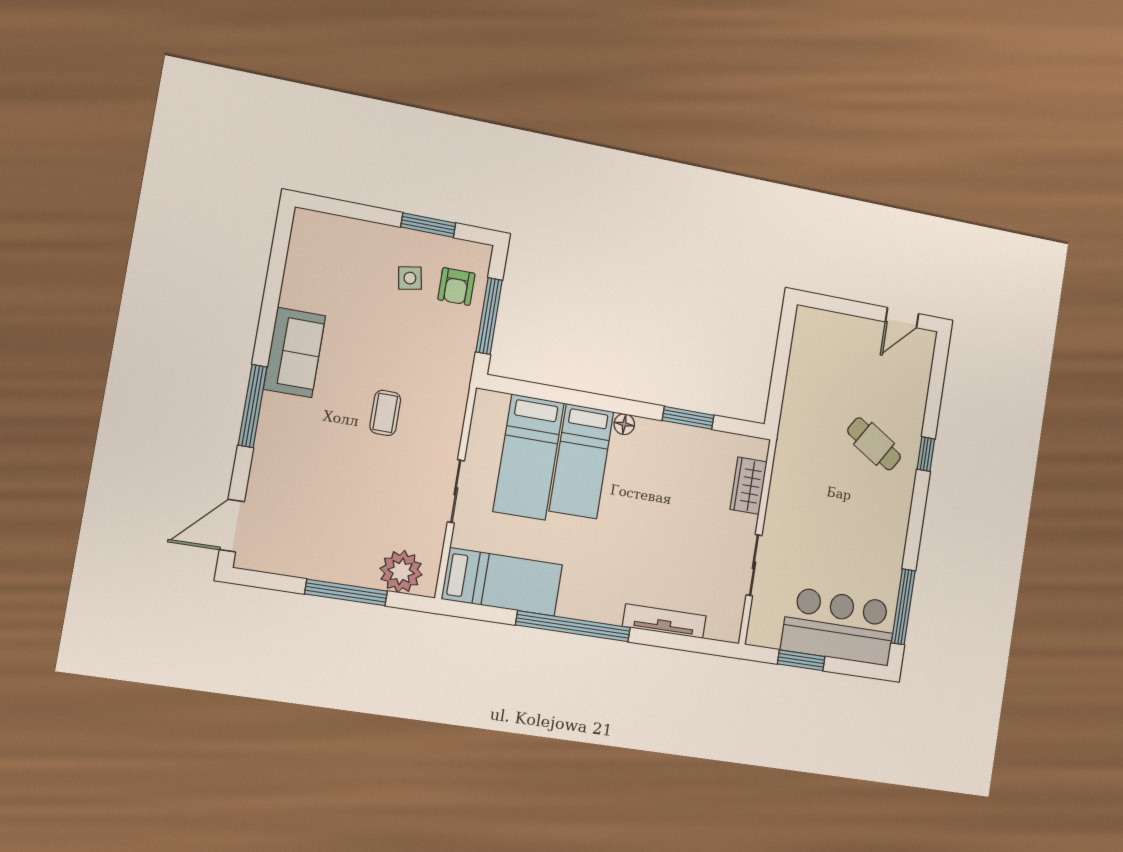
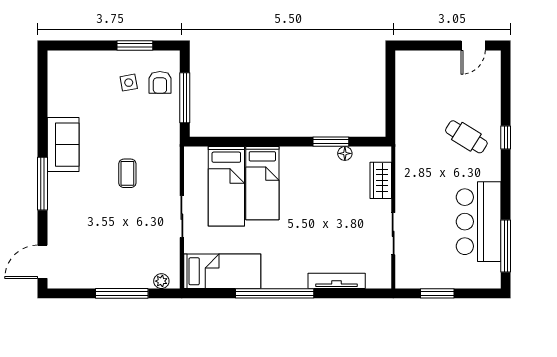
floor lamp: (624, 424) -> (345, 153), moved
plant: (401, 572) -> (161, 281), width x0.53, depth x0.53
bar counter: (839, 626) -> (479, 222), moved, turned -90

